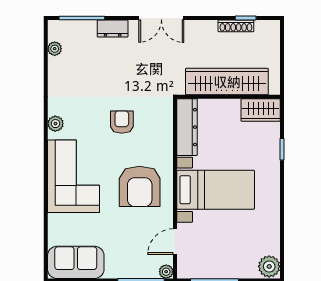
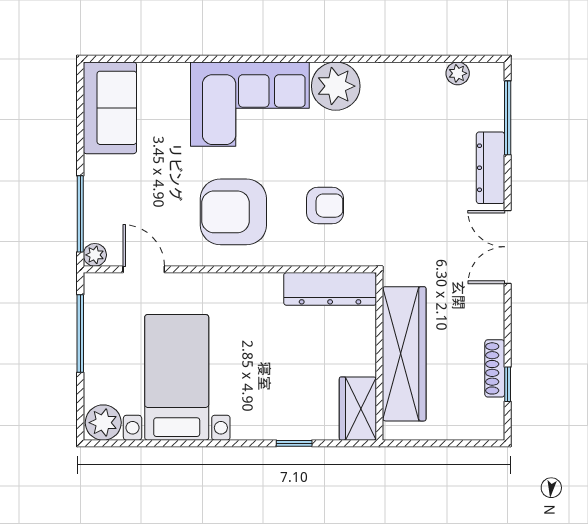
dresser: (113, 29) -> (490, 168), width x1.44
armchair: (122, 122) -> (325, 206), moved
plant: (55, 124) -> (336, 86), width x1.88, depth x1.88
bed with nightstands: (216, 190) -> (177, 377), moved, turned 180

